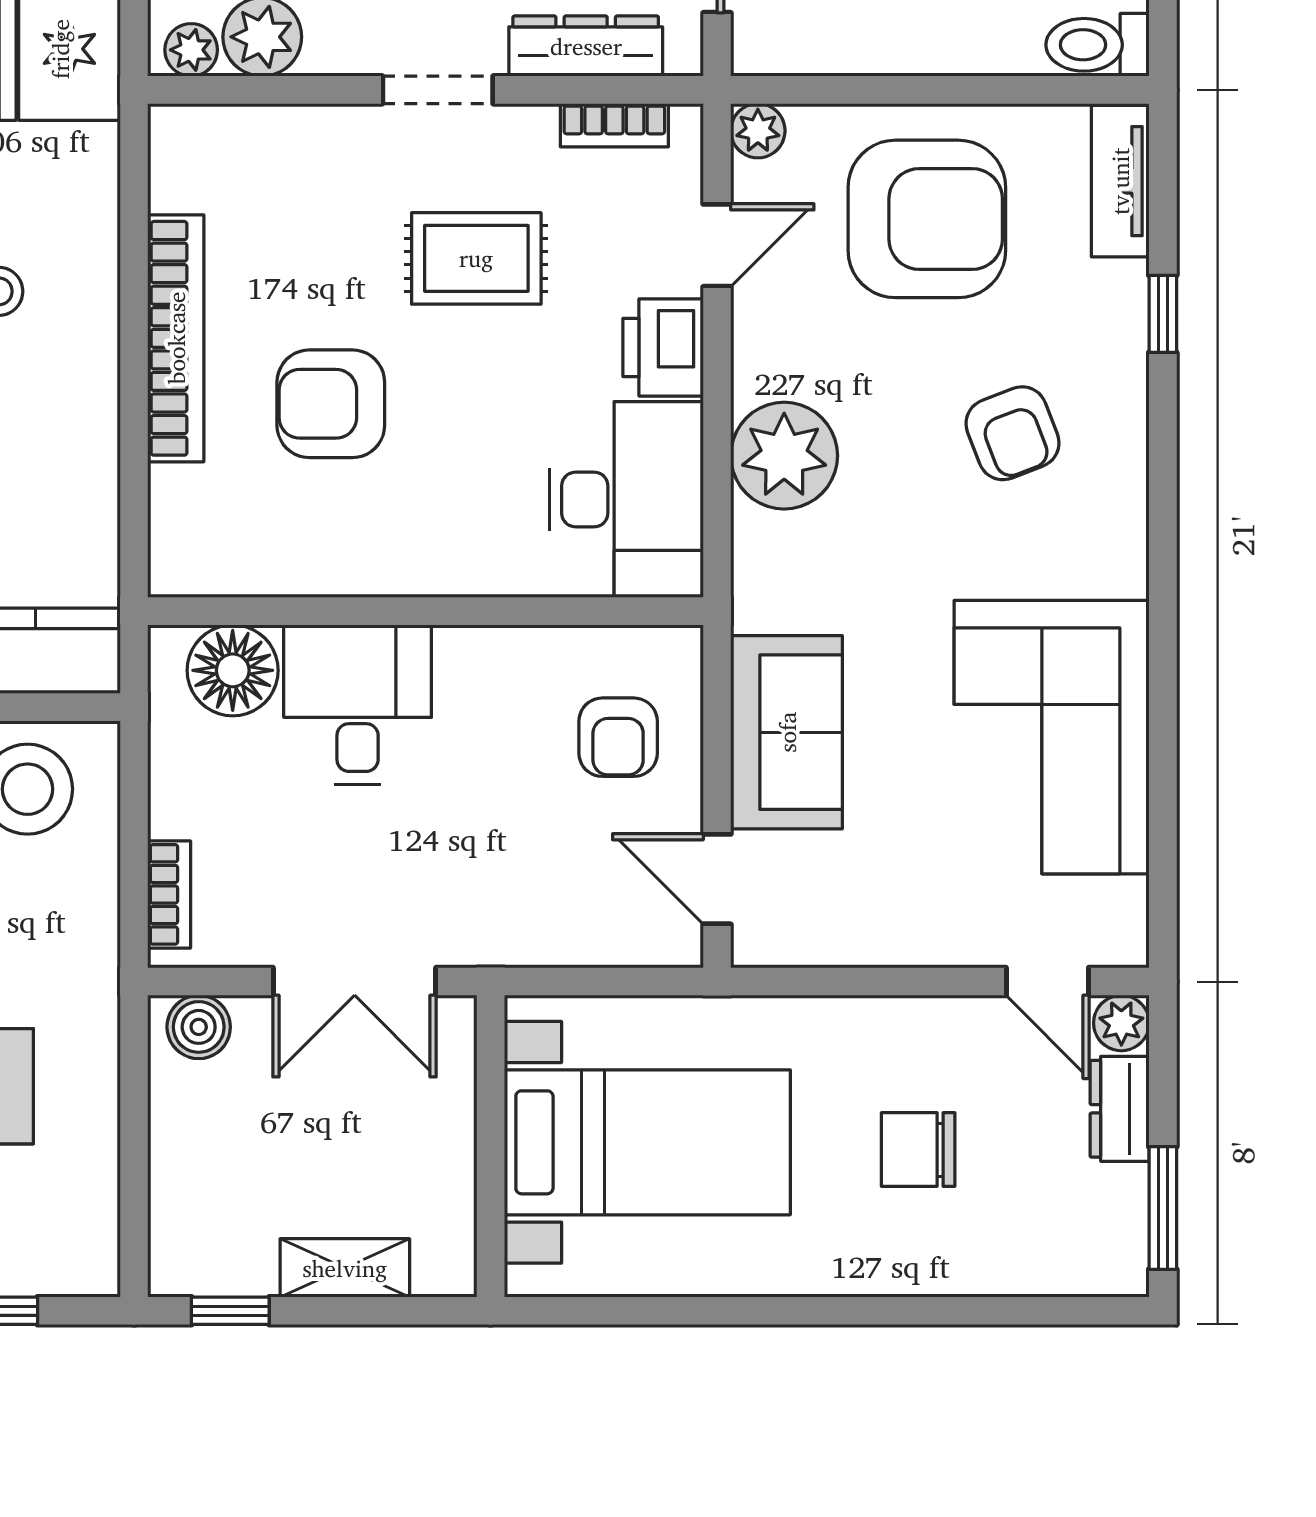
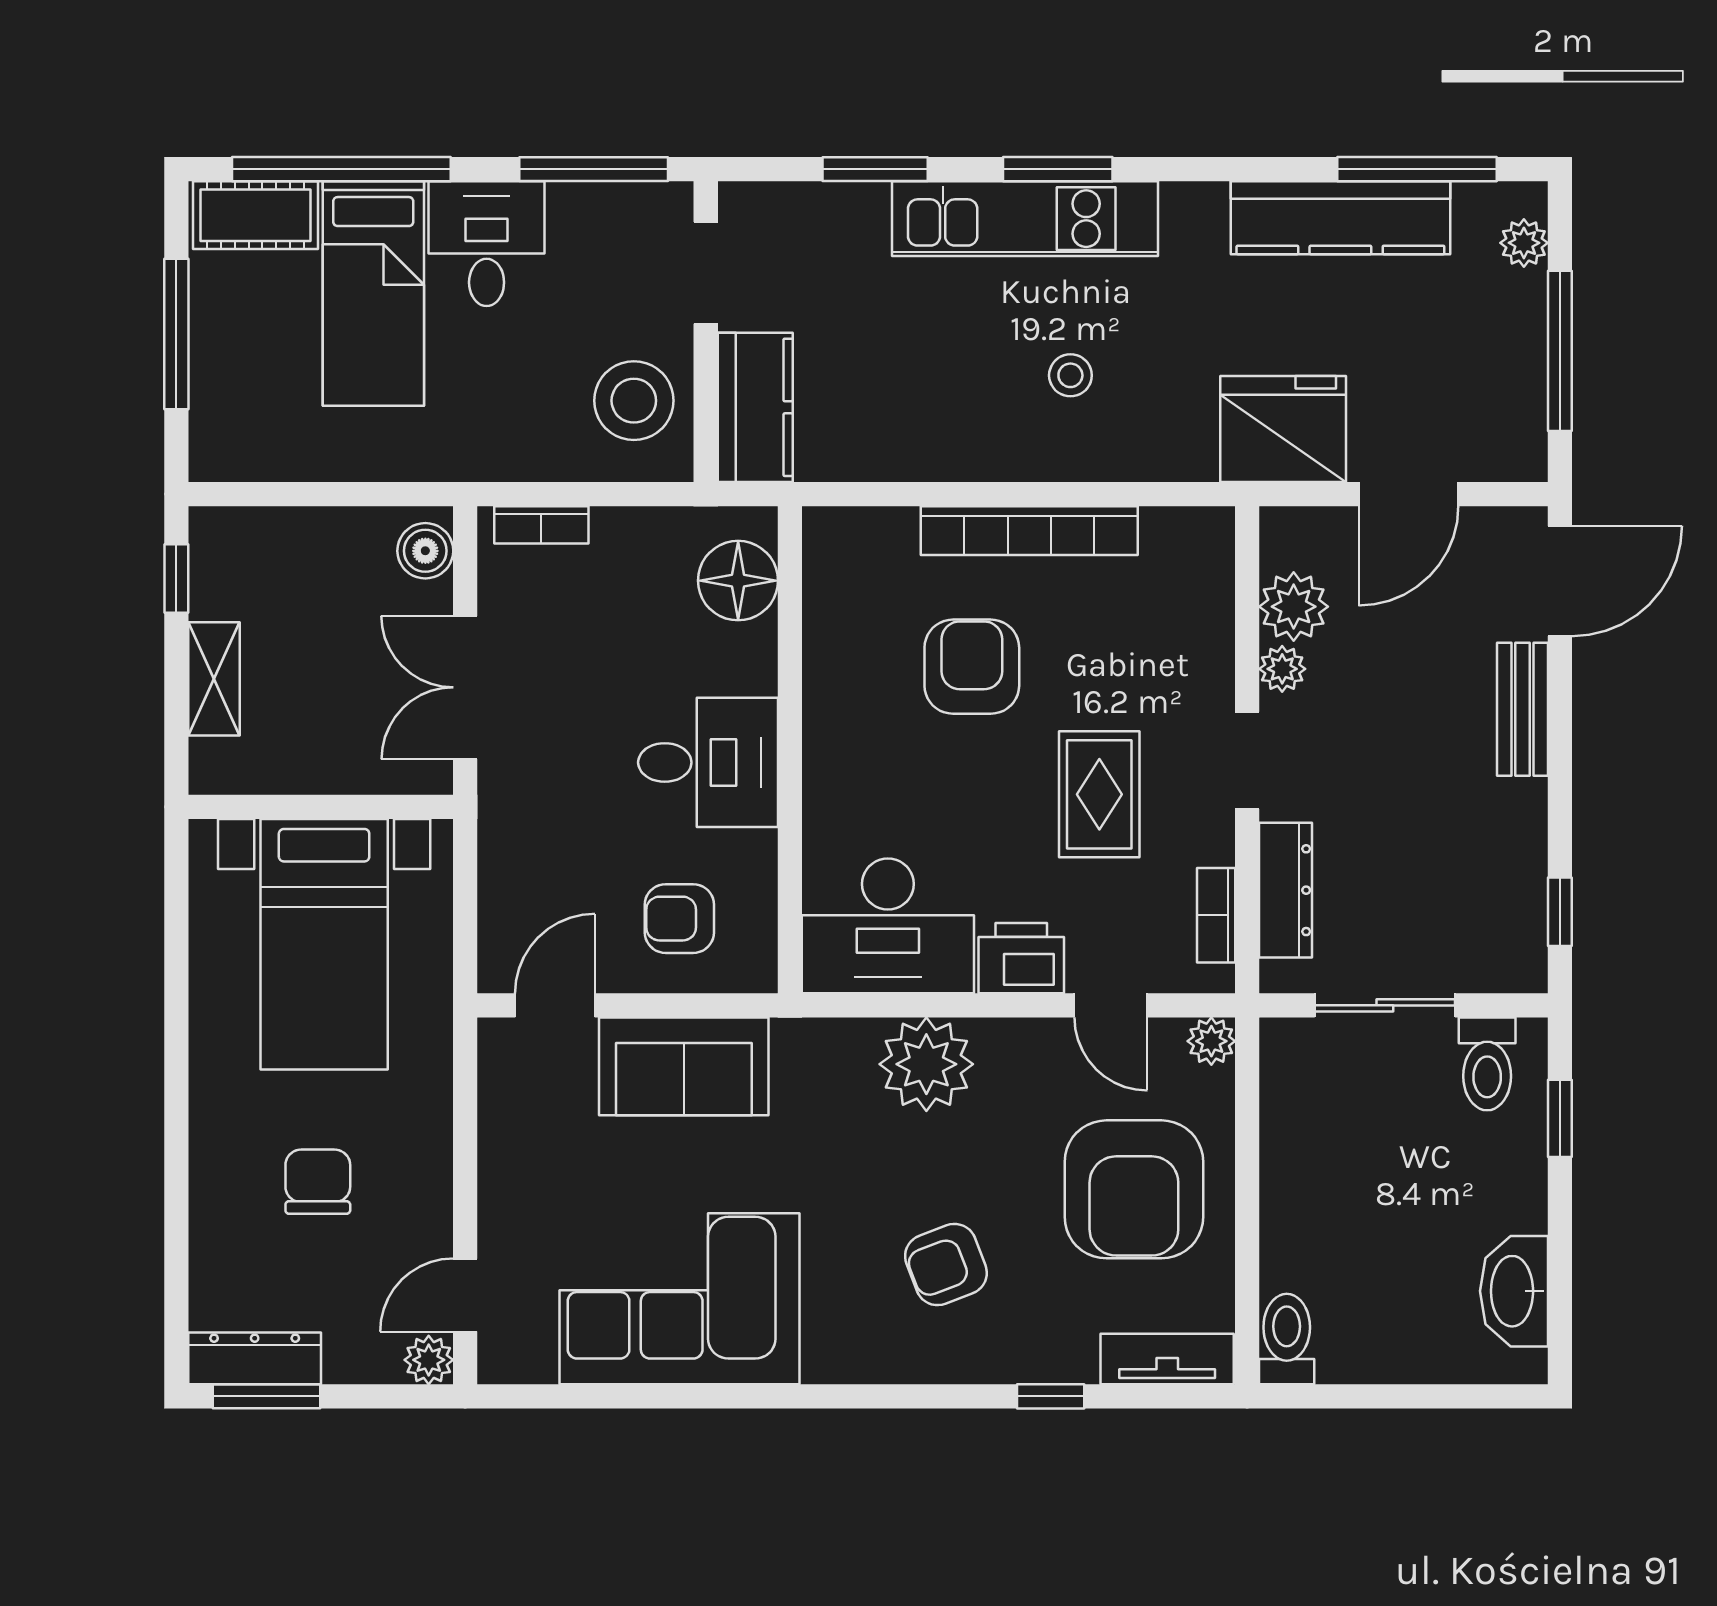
plant: (191, 50) -> (1282, 669), moved
desk: (358, 705) -> (708, 762), moved
dresser: (1120, 1109) -> (255, 1358), moved, width x1.44

